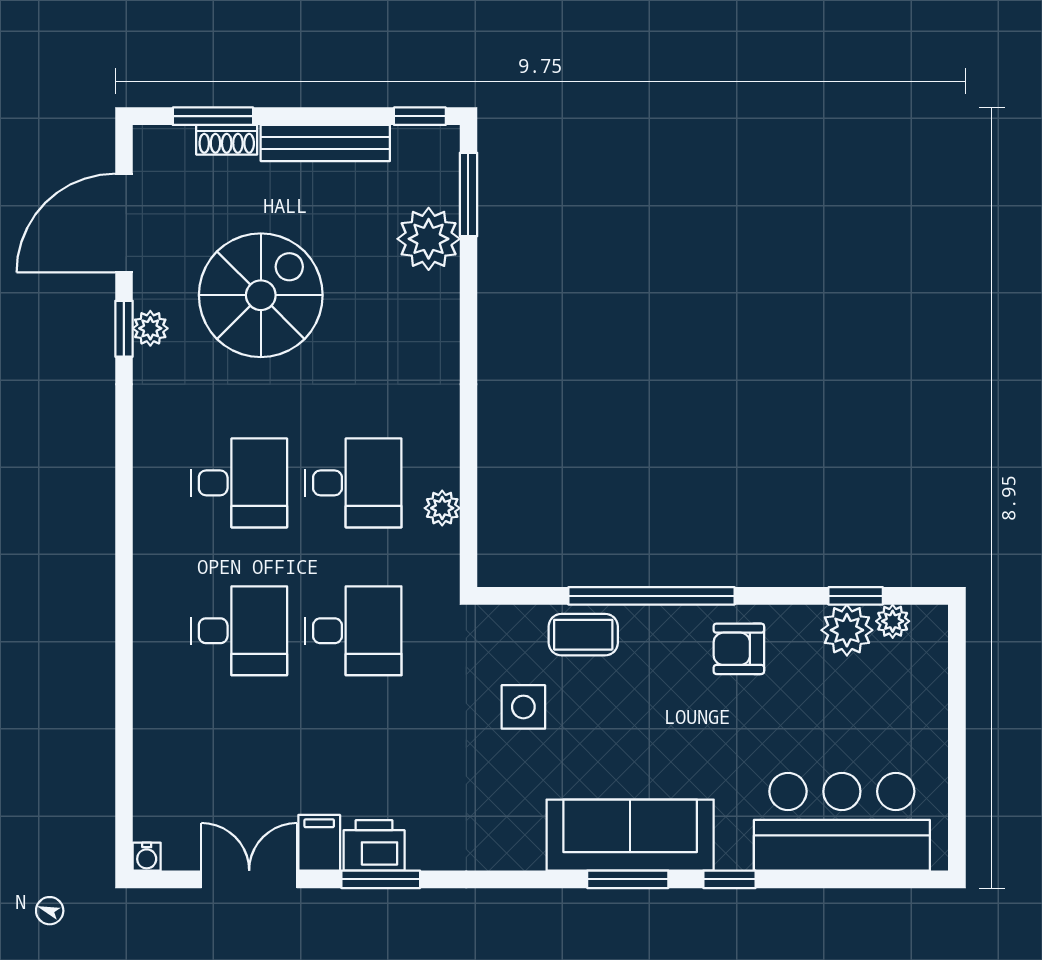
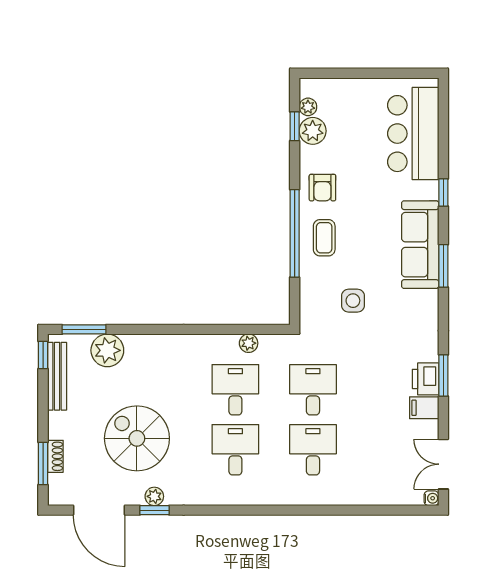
bench: (325, 143) -> (57, 376), moved
coffee table: (583, 635) -> (324, 238), moved
double door: (249, 879) -> (443, 464), moved
window: (628, 879) -> (443, 266), moved

